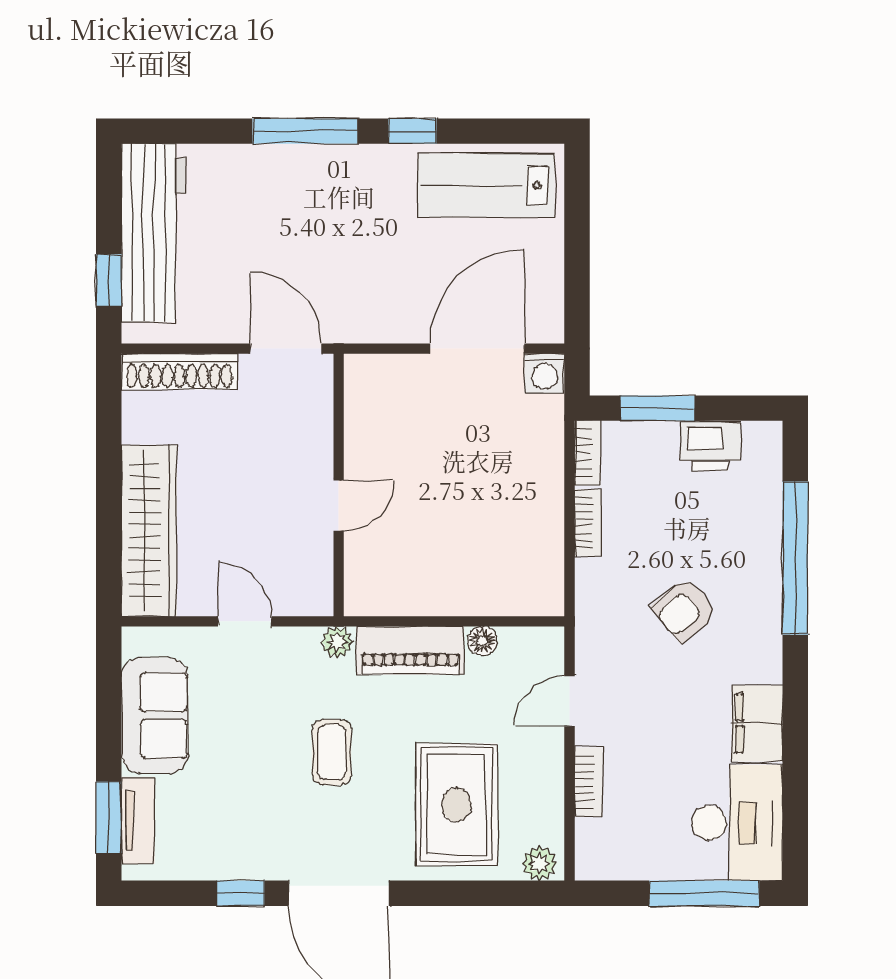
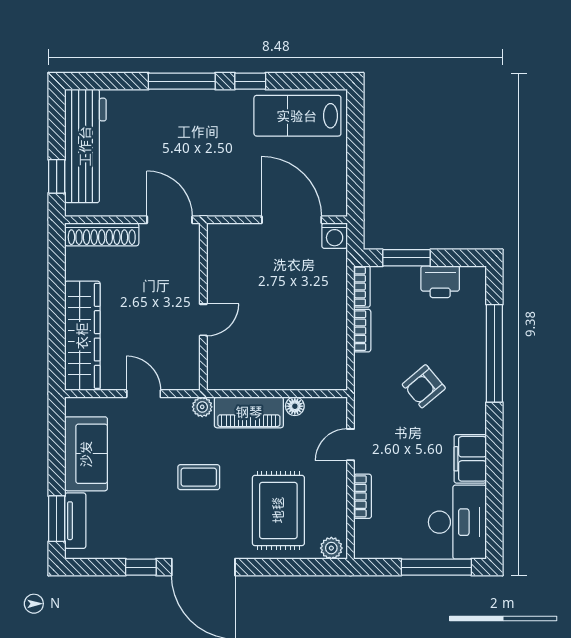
door: (477, 349) -> (292, 220), hinge flipped
coffee table: (332, 752) -> (199, 477), turned 90

